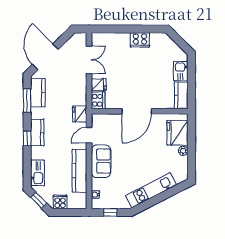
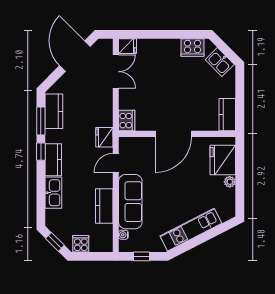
cooker: (140, 40) -> (193, 48), moved
door: (45, 57) -> (75, 56), moved
kitchen sink: (181, 71) -> (220, 62), moved, turned -45
fridge: (99, 85) -> (128, 46), moved
window: (27, 138) -> (41, 152), moved
sofa: (101, 161) -> (130, 202), width x1.36
kitchen counter: (79, 171) -> (104, 206), width x0.67
kitchen sink: (38, 173) -> (53, 193), moved

